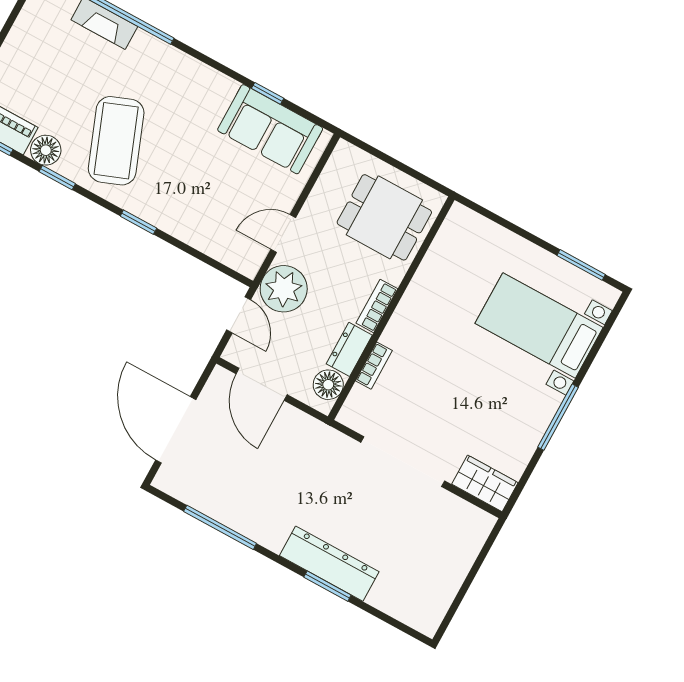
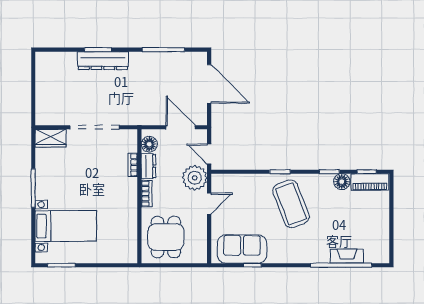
coffee table: (116, 141) -> (291, 204), moved
dining table: (384, 217) -> (166, 237), turned 90

